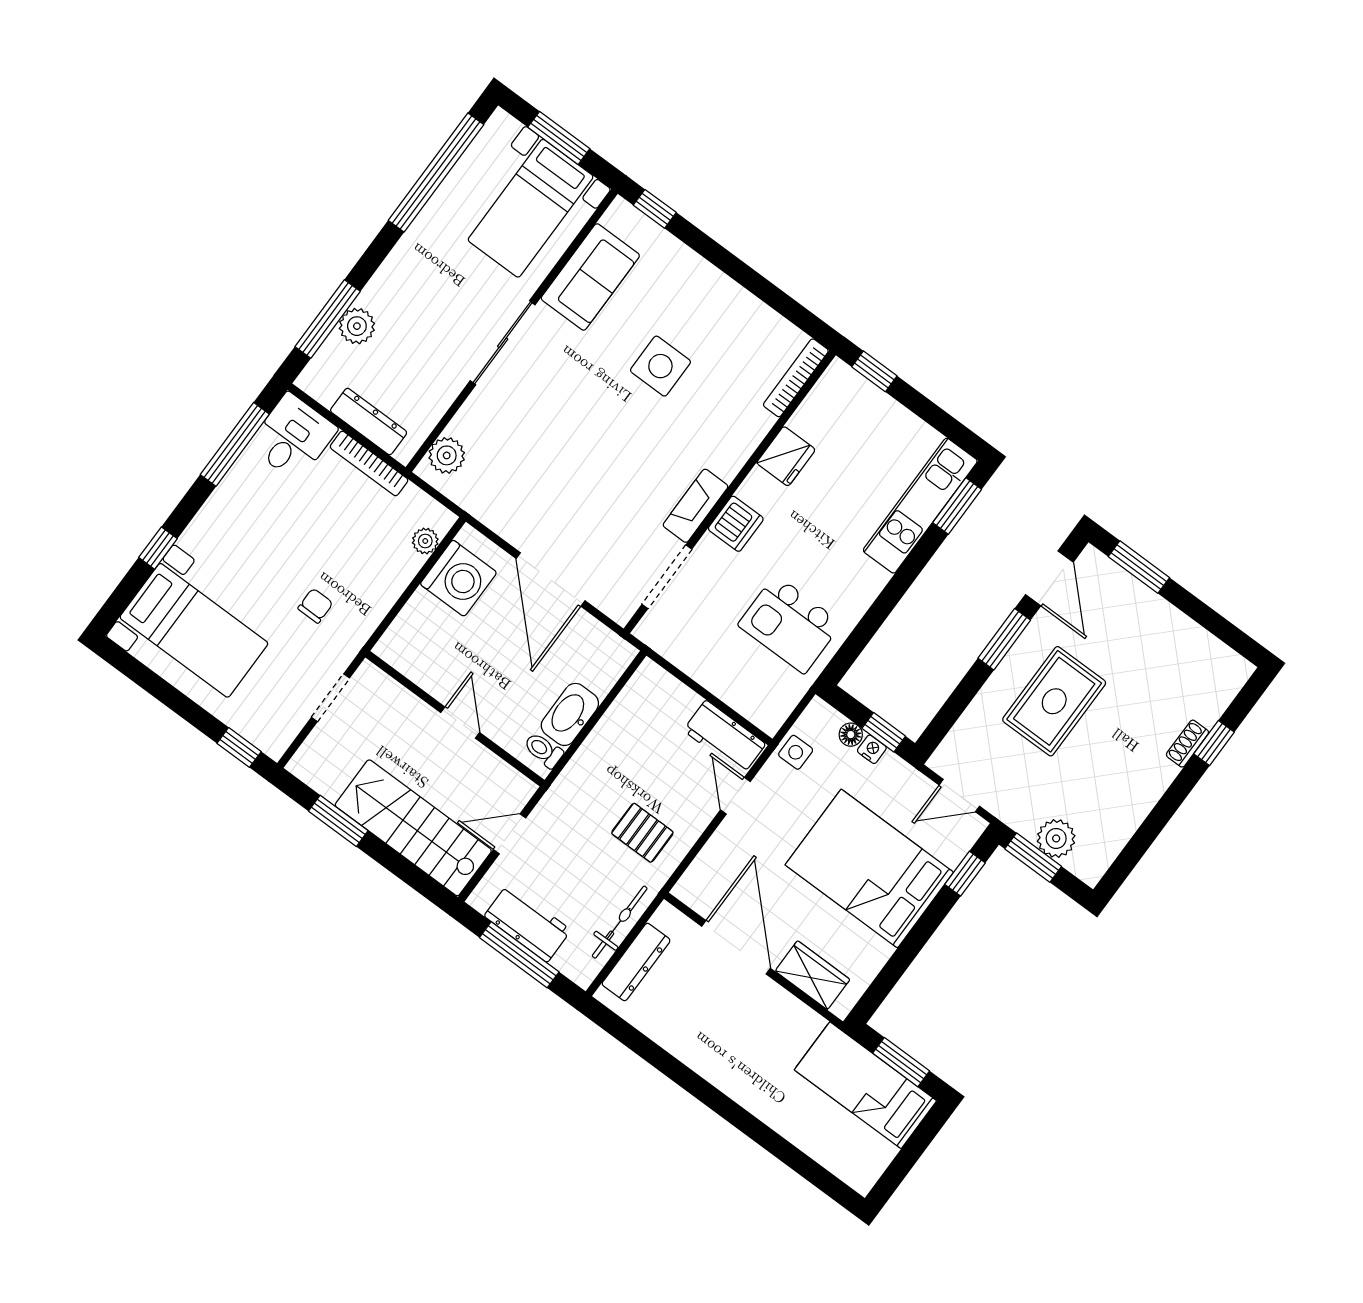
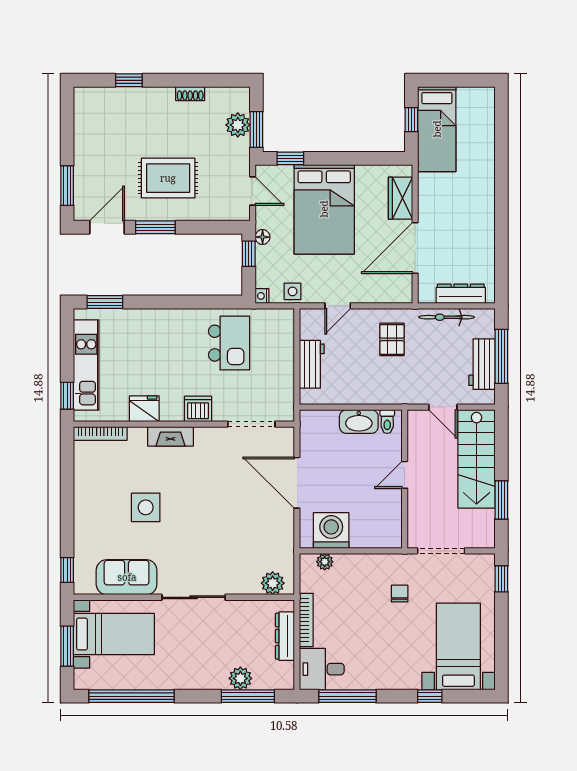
fireplace: (695, 506) -> (171, 436), moved
kitchen unit: (920, 506) -> (86, 365), moved, turned -90
door: (551, 580) -> (297, 483), swing flipped
chair: (315, 606) -> (400, 593), turned 90
doorway: (330, 698) -> (441, 551), width x1.38
floor lamp: (851, 735) -> (263, 237), moved
workbench: (724, 737) -> (312, 364), moved
shoe rack: (1187, 744) -> (190, 94), moved
nightstand: (872, 749) -> (262, 296), moved
window: (901, 1062) -> (411, 120), width x0.67

